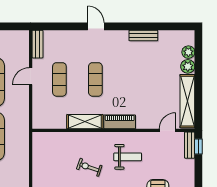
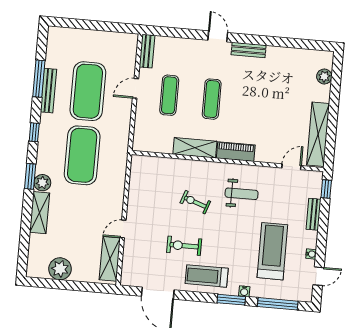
bench: (143, 35) -> (249, 50), moved
plant: (188, 66) -> (322, 93), removed
bench: (190, 145) -> (314, 214), moved

